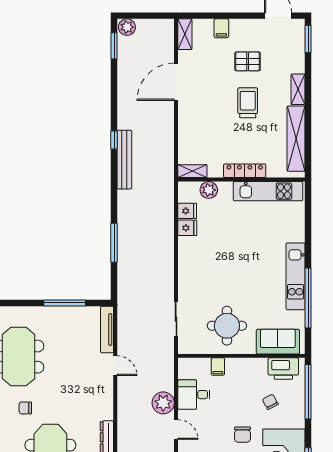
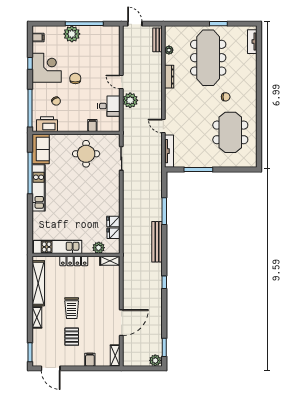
pallet: (248, 61) -> (72, 337), turned 90
bench: (124, 160) -> (157, 242), moved
sofa: (278, 342) -> (41, 149), moved, turned -90

